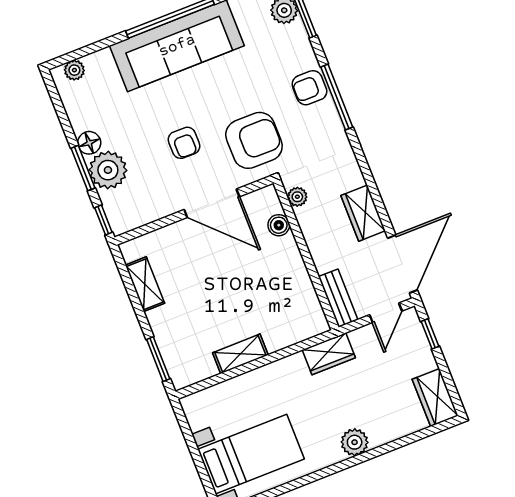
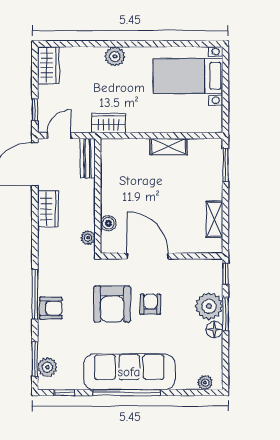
armchair: (254, 140) -> (112, 304), moved, turned -90

